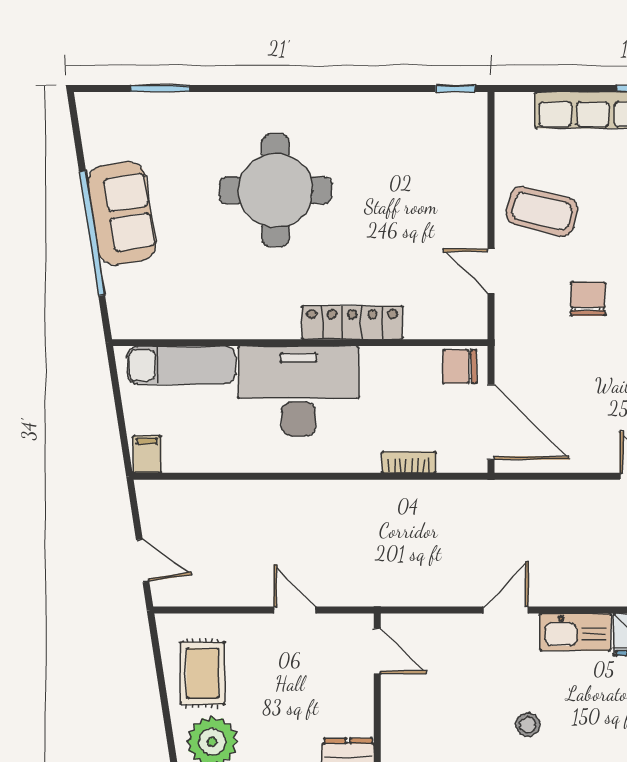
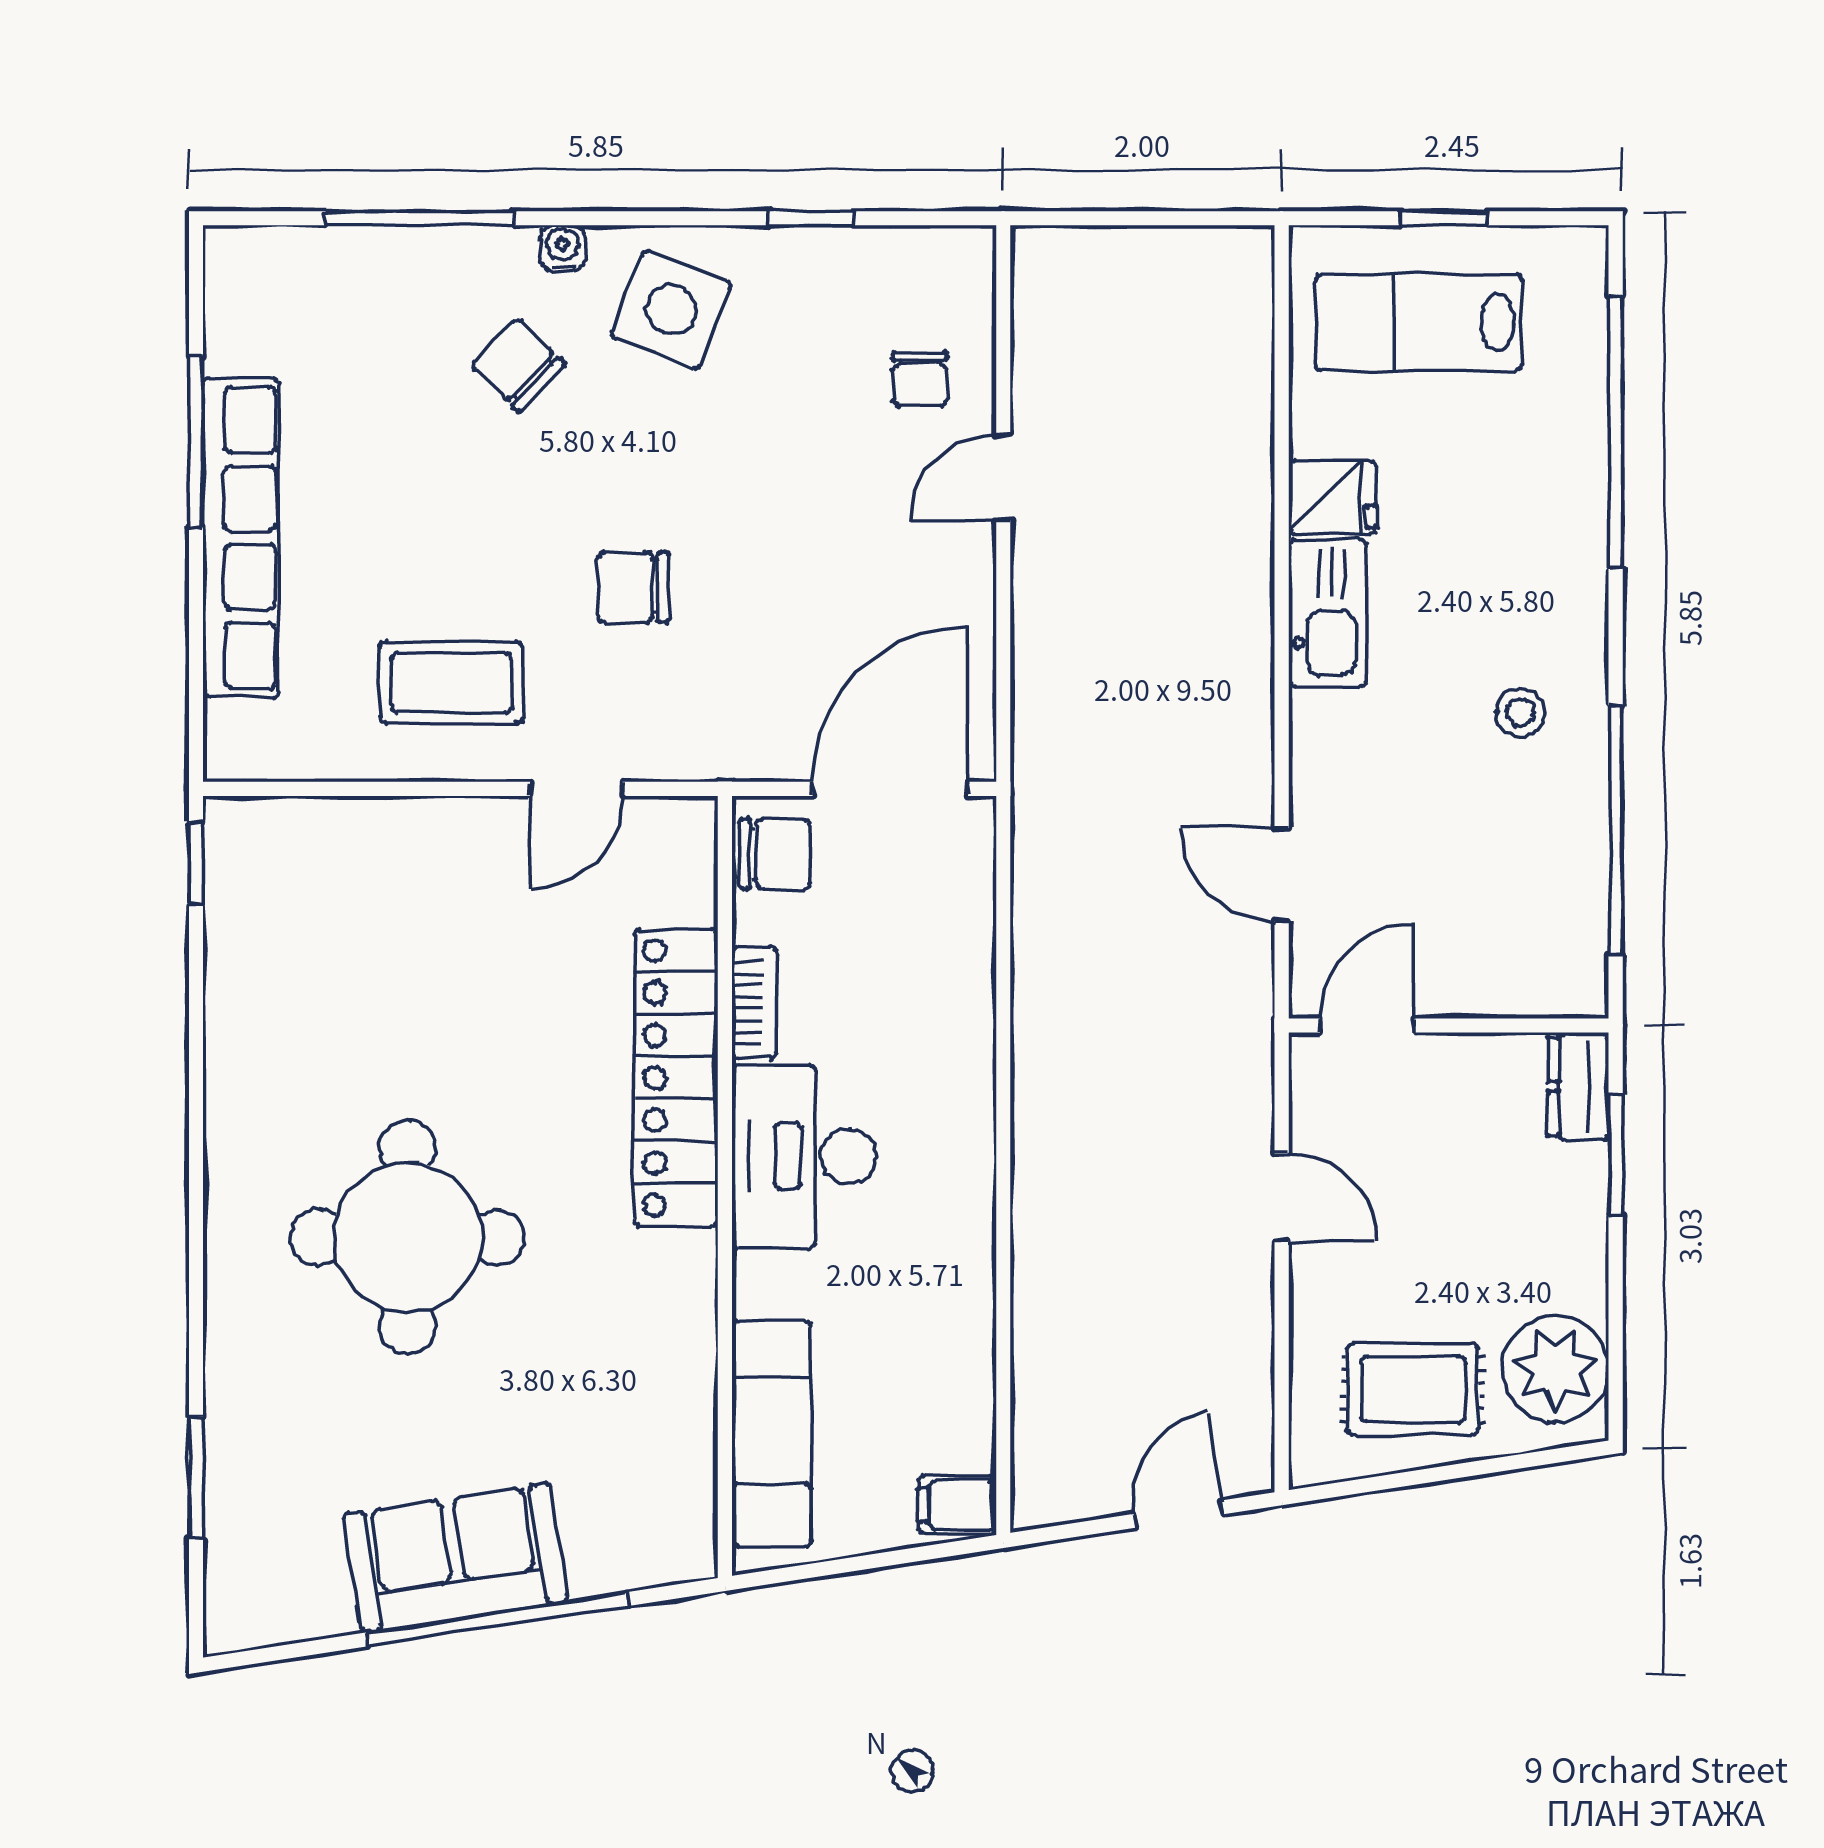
coffee table: (542, 211) -> (452, 683), turned 76
locker: (352, 323) -> (676, 1078), width x1.41, depth x1.21
chair: (460, 366) -> (775, 854), turned -90
desk: (298, 391) -> (804, 1156), width x0.73, depth x0.77
bookcase: (409, 462) -> (754, 1003), moved, turned 180
door: (295, 610) -> (1282, 1197), swing flipped
door: (506, 610) -> (1282, 875), moved

